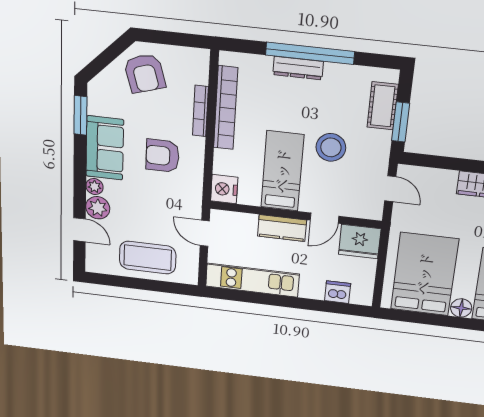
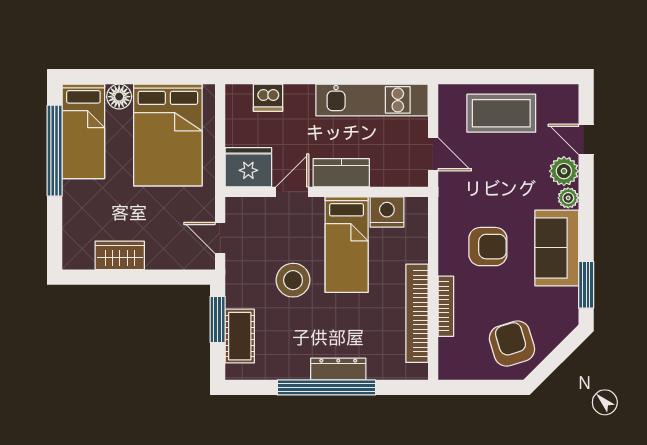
nightstand: (224, 189) -> (387, 212), moved, turned -90

